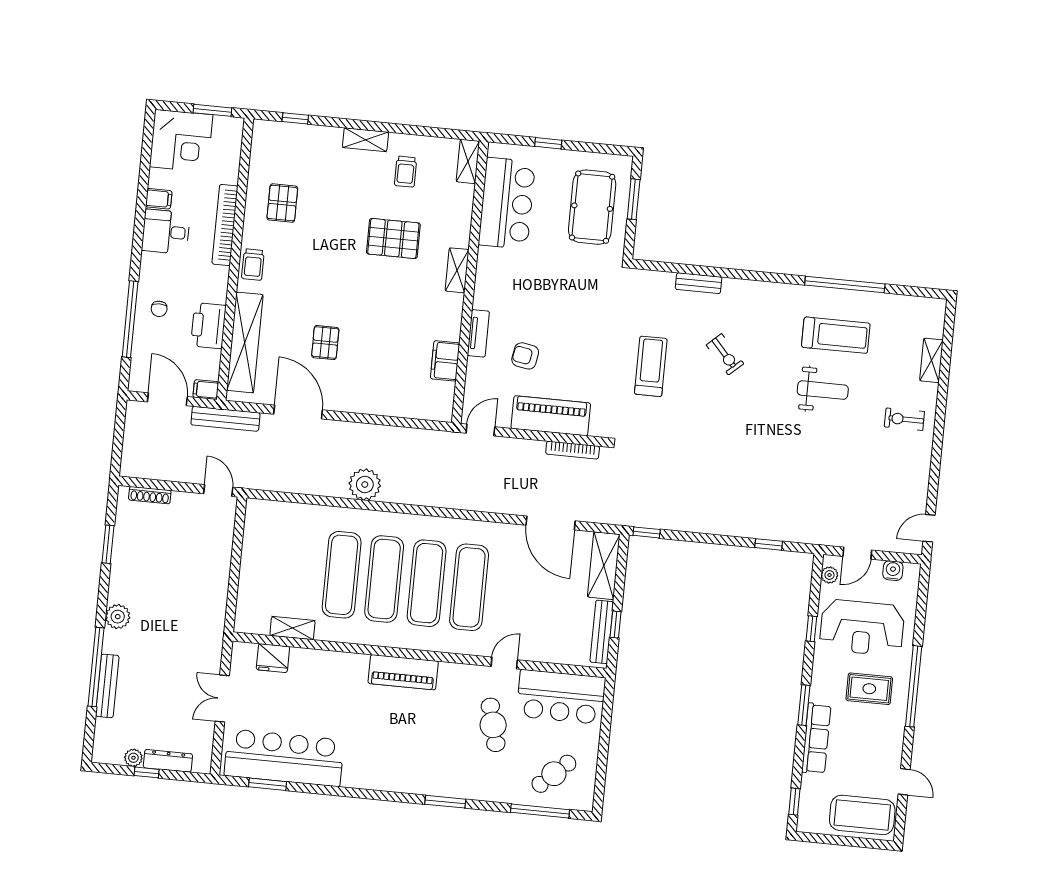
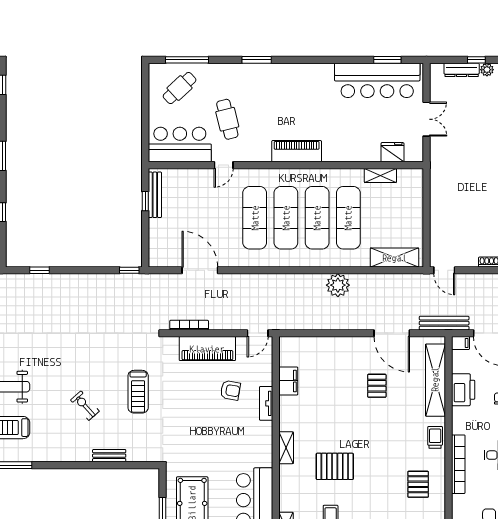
shelving: (604, 566) -> (394, 258), moved, turned 90

